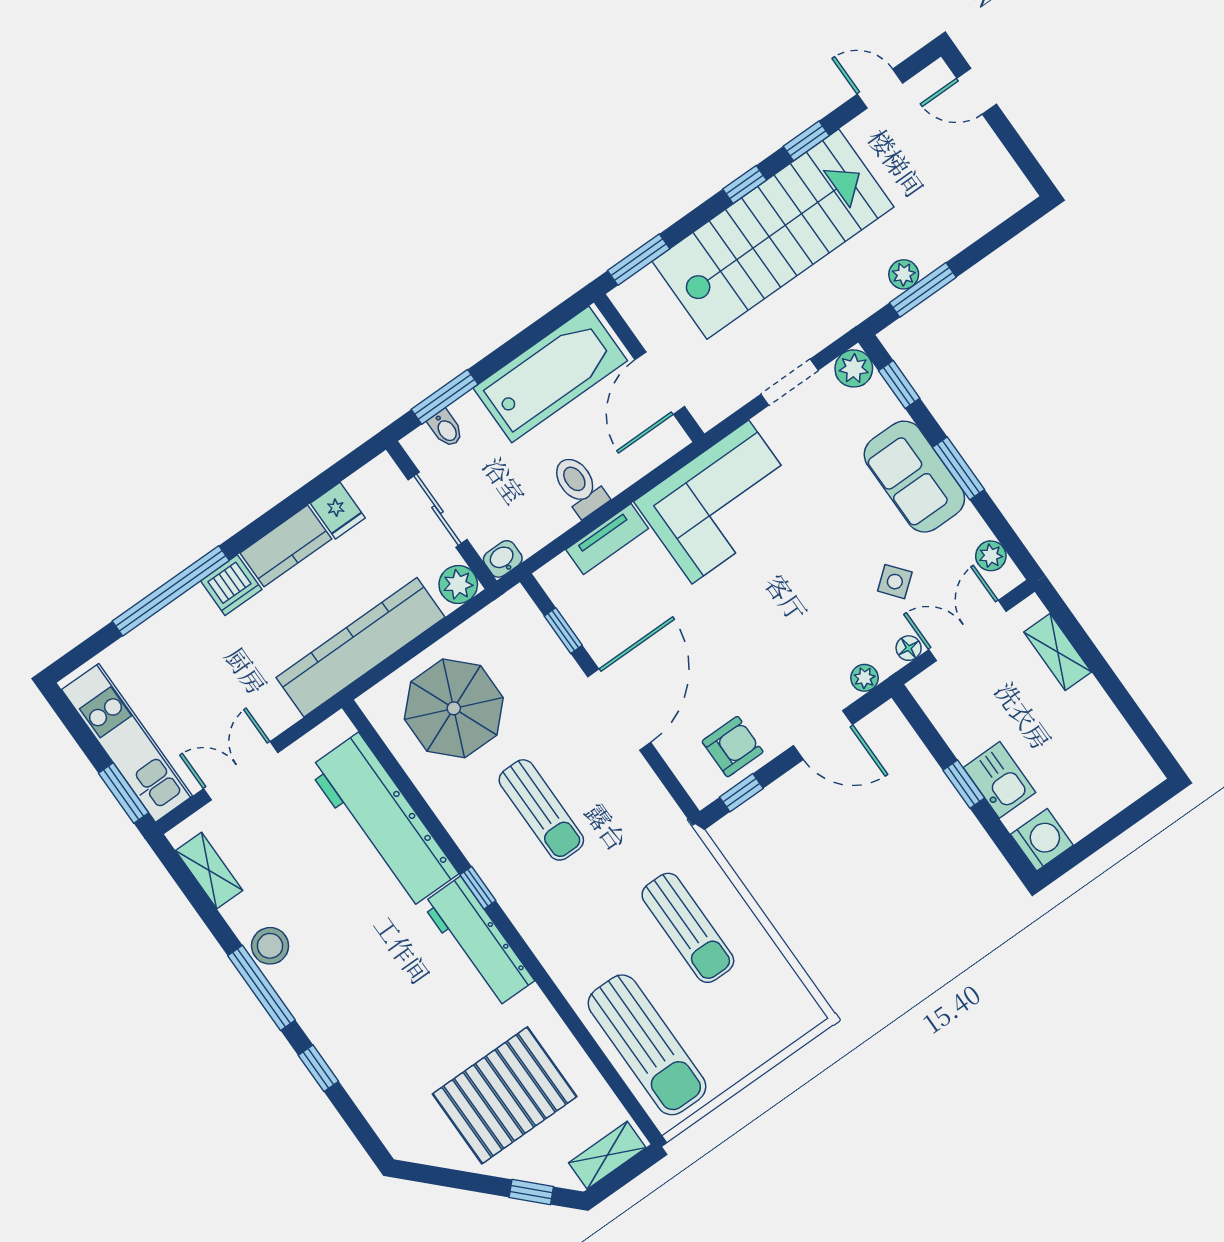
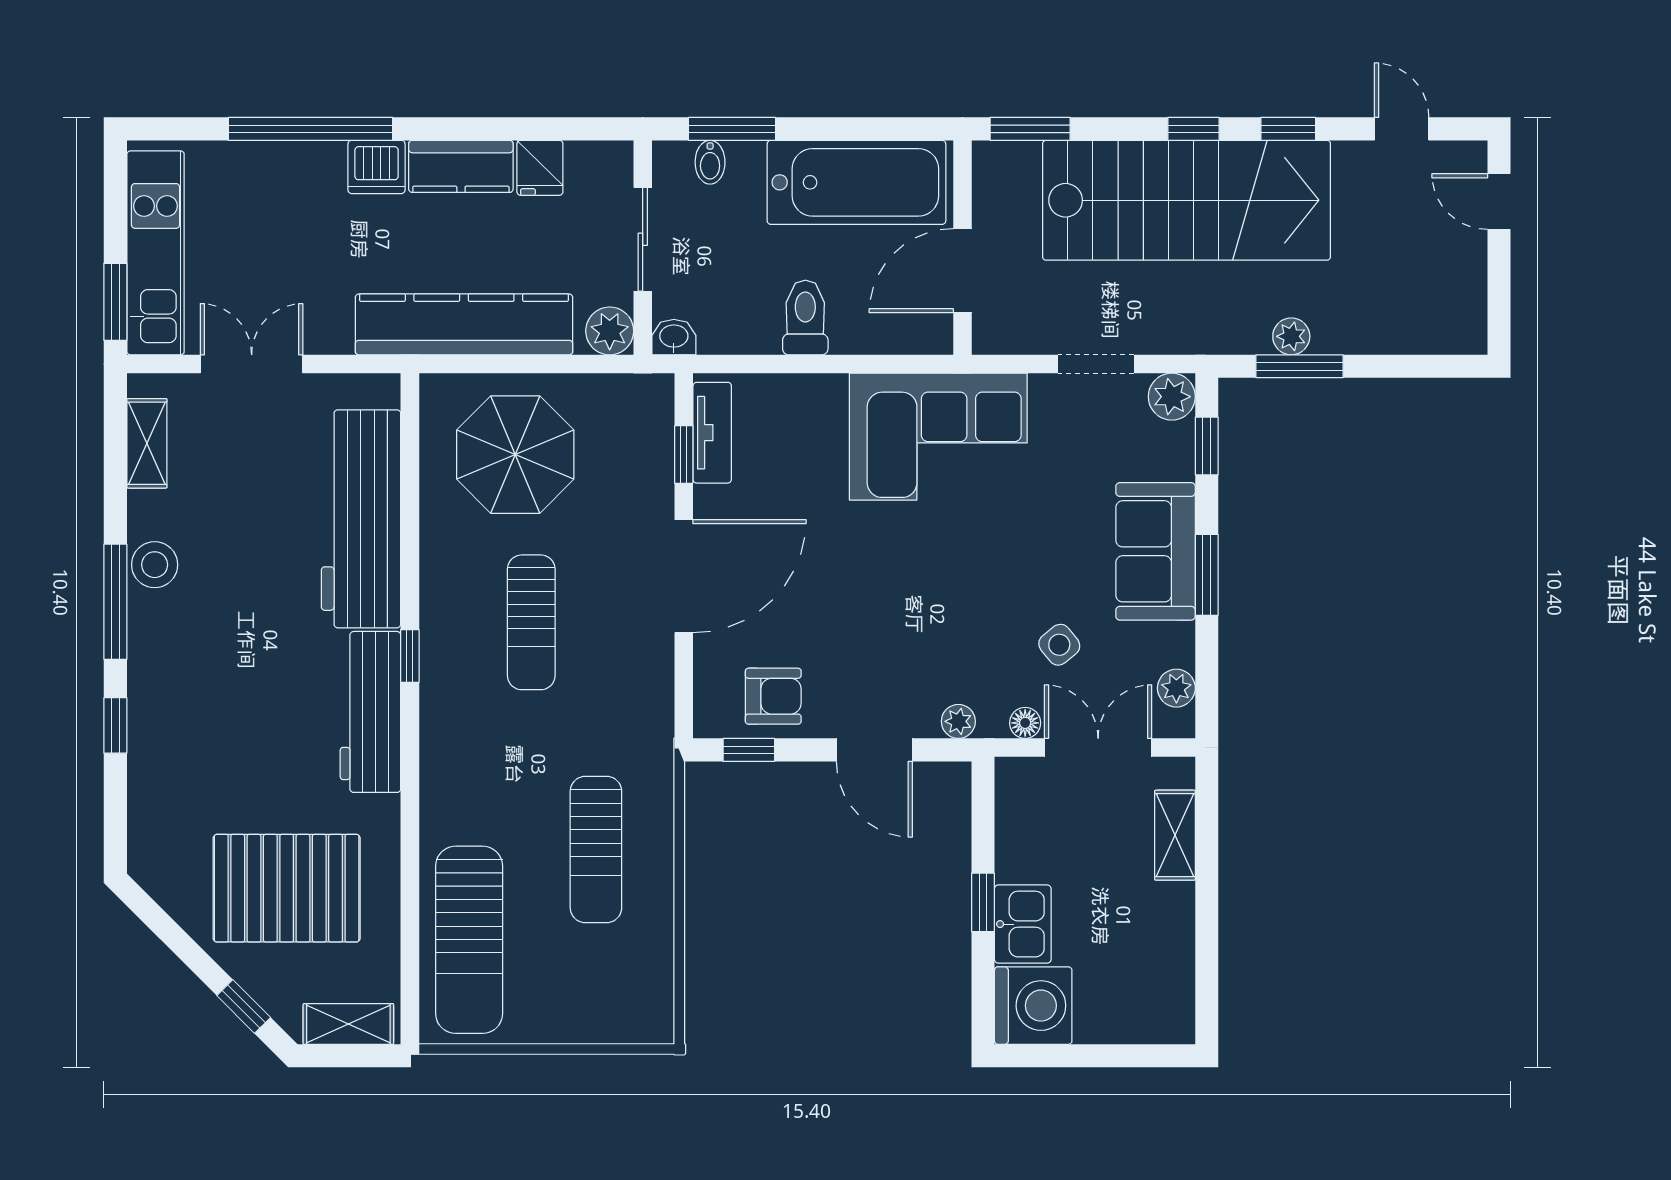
tv unit: (607, 539) -> (712, 433), moved, turned -90
washing machine: (1042, 840) -> (1033, 1006), width x1.37, depth x1.37

